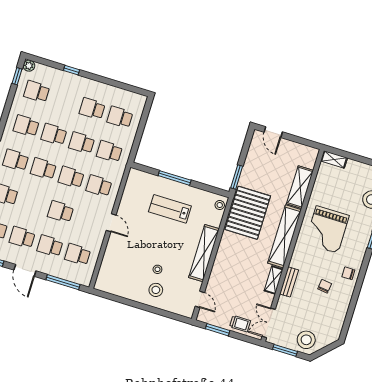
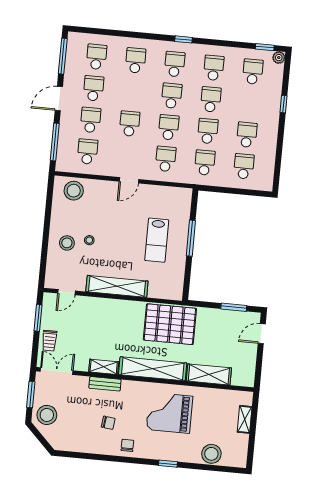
shelving: (334, 159) -> (245, 419), moved
window: (237, 177) -> (234, 307), moved
stool: (220, 205) -> (74, 191), moved, width x1.89, depth x1.89
lab bench: (170, 209) -> (157, 240), turned 180

